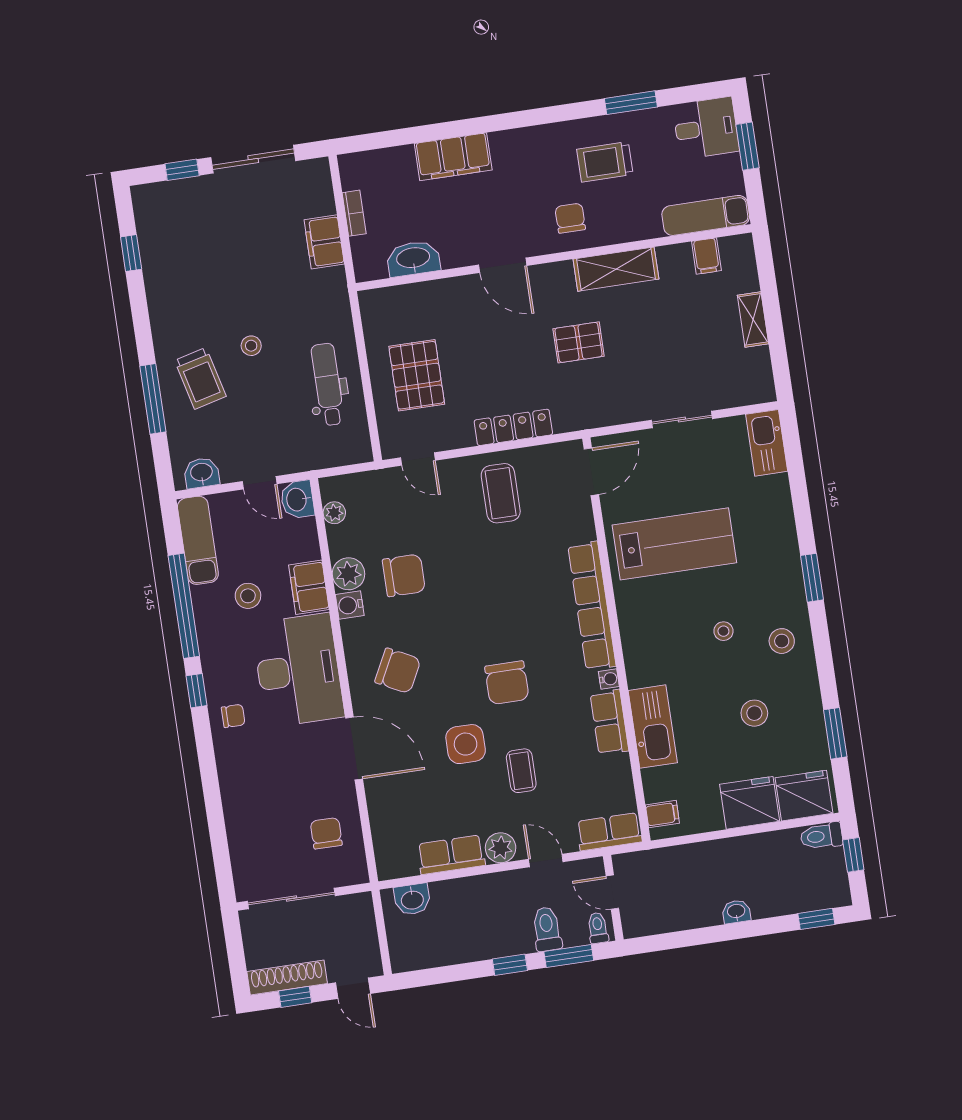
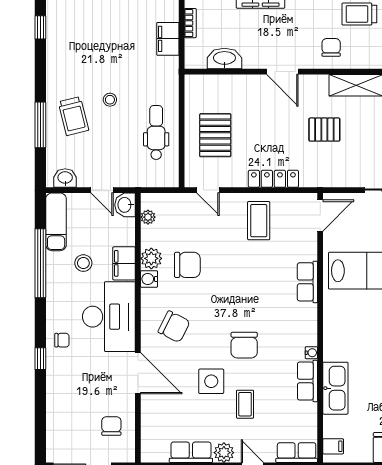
row of seats: (592, 606) -> (307, 282), width x0.50
window: (196, 691) -> (40, 359), moved

